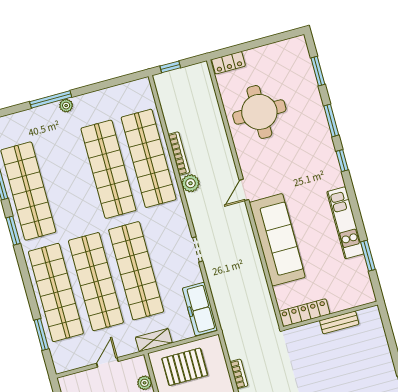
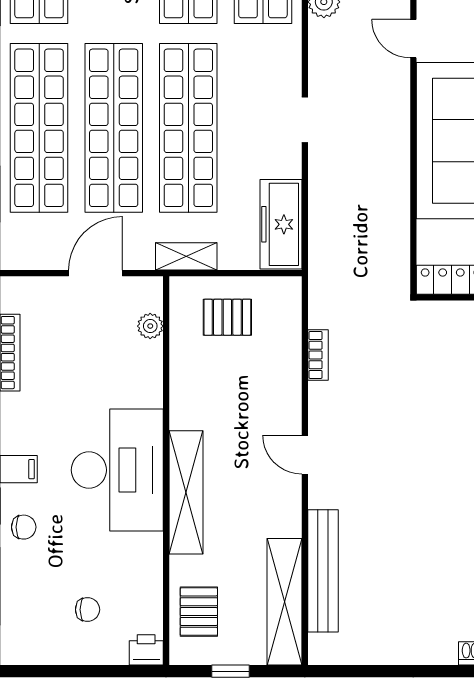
door: (244, 190) -> (413, 39), hinge flipped
door: (107, 362) -> (96, 273), width x1.37
pallet: (185, 367) -> (227, 317), width x0.67, depth x0.71

